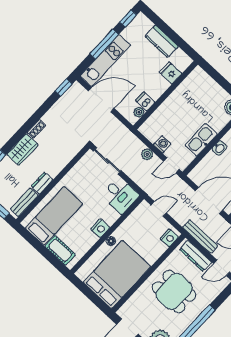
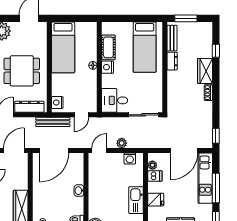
fridge: (171, 73) -> (156, 200), moved
kitchen sink: (201, 140) -> (136, 200), moved, turned 180
washing machine: (162, 144) -> (130, 158), moved
bench: (200, 236) -> (53, 122), moved
cot: (60, 250) -> (108, 47), moved, turned 90
bed: (117, 274) -> (63, 47), width x0.67

